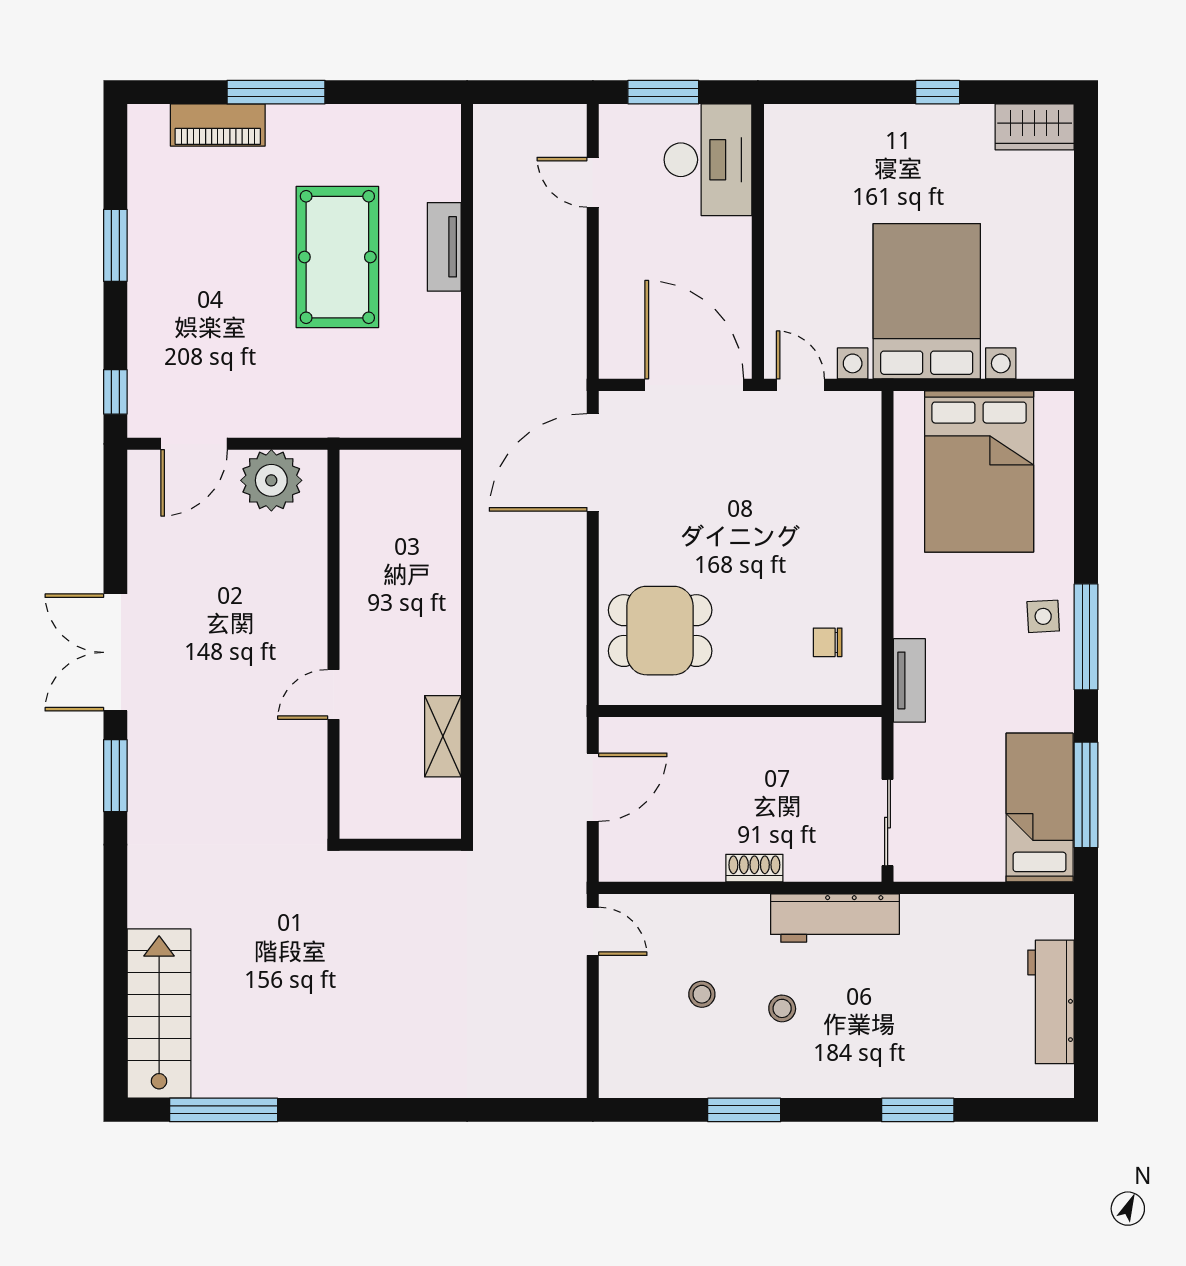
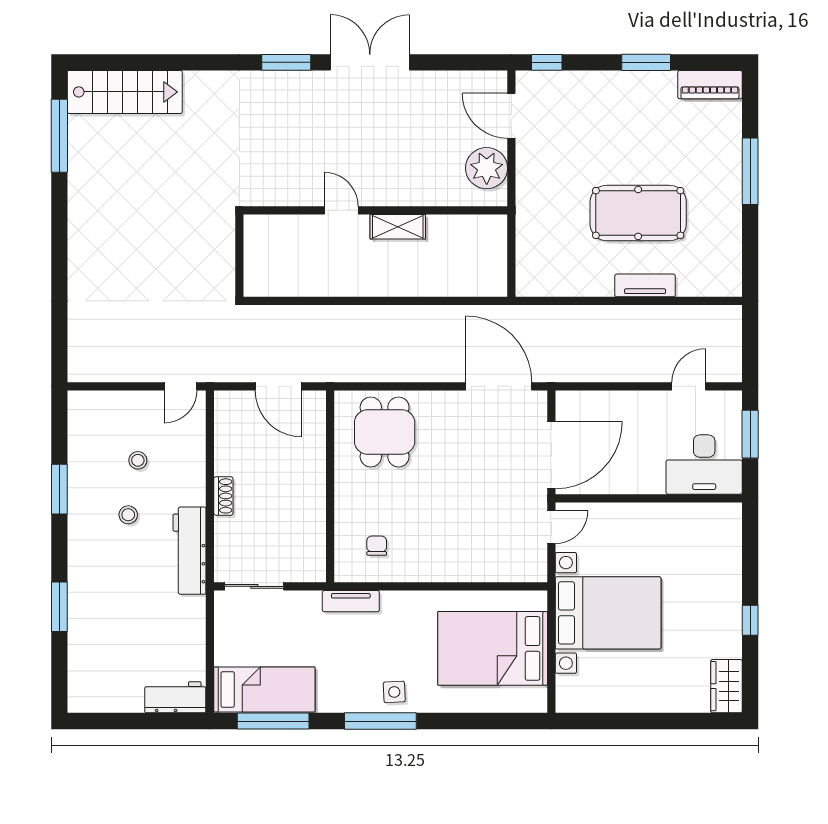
piano: (218, 125) -> (710, 85), moved, turned -90
shelving: (443, 736) -> (398, 227), moved
workbench: (1051, 1002) -> (175, 697), moved, width x0.73

